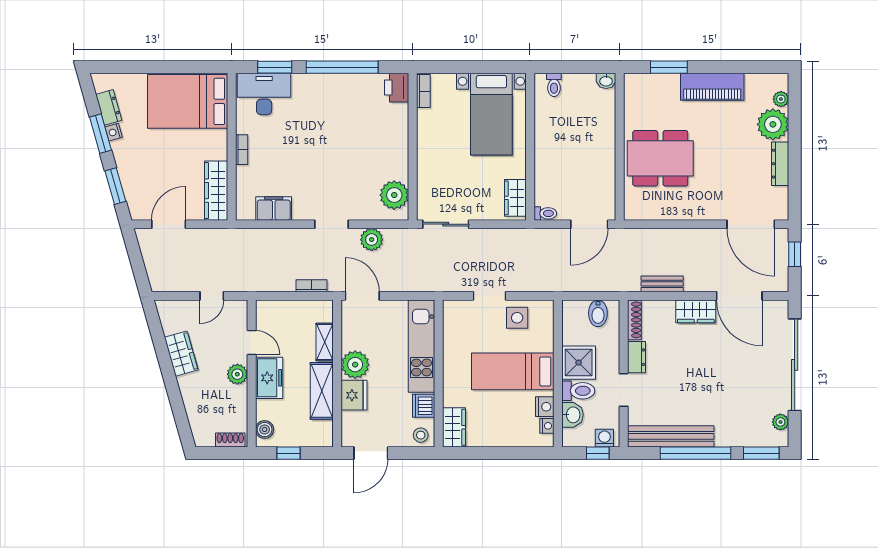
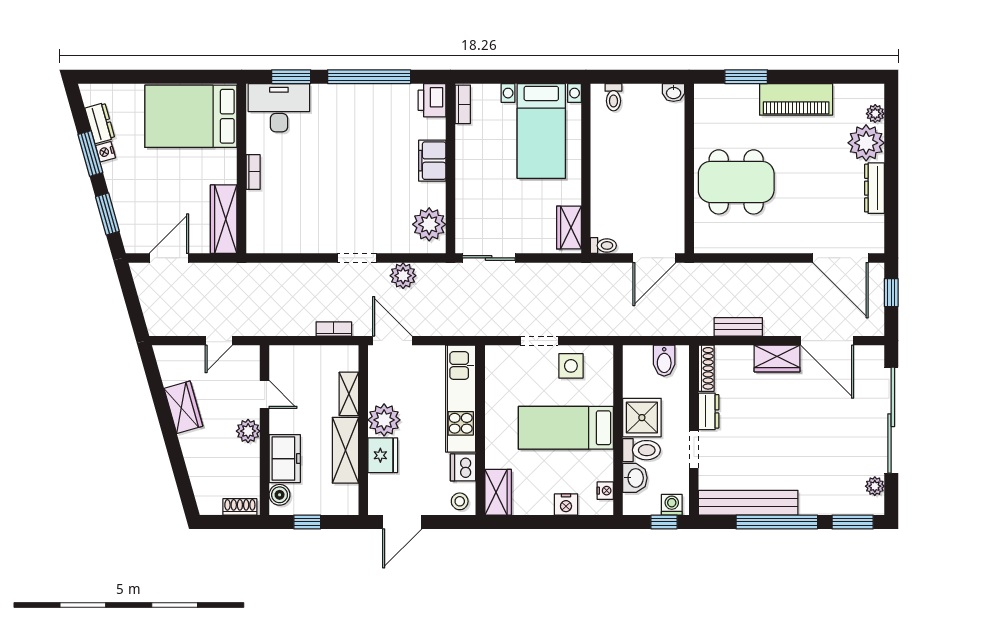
filing cabinet: (274, 208) -> (432, 161), moved, turned -90
freezer: (269, 378) -> (285, 459), moved
nightstand: (545, 407) -> (566, 504), moved, turned 90

